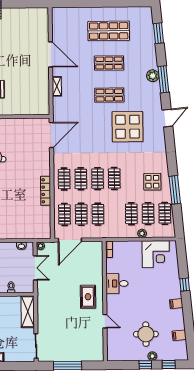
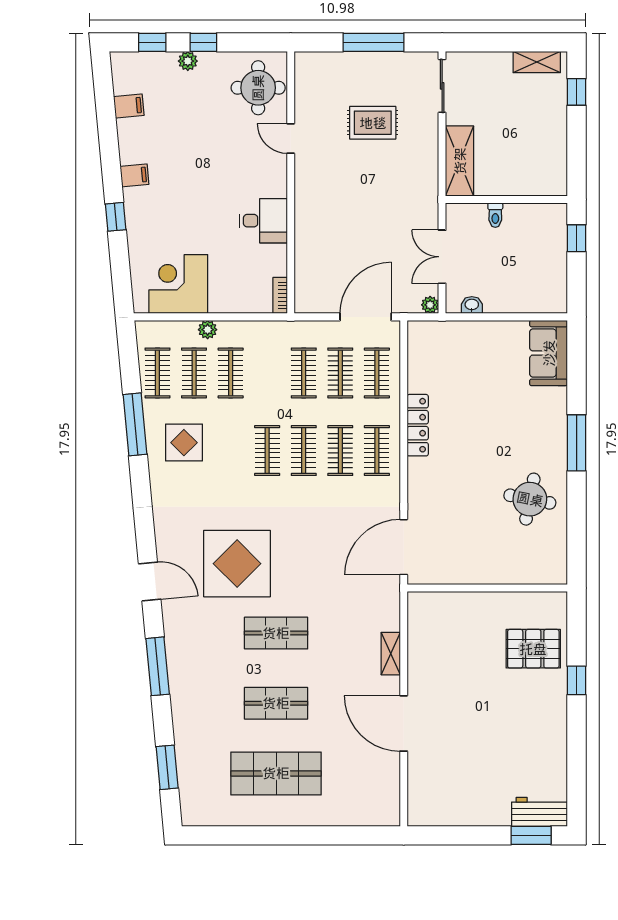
plant: (153, 76) -> (181, 674), removed
door: (167, 118) -> (150, 582), swing flipped
rug: (88, 297) -> (373, 123), moved, turned 90
round table: (146, 334) -> (258, 88), moved

